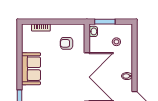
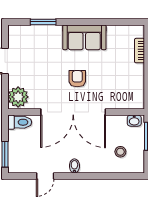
armchair: (67, 43) -> (77, 79), moved

